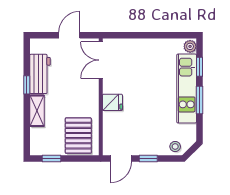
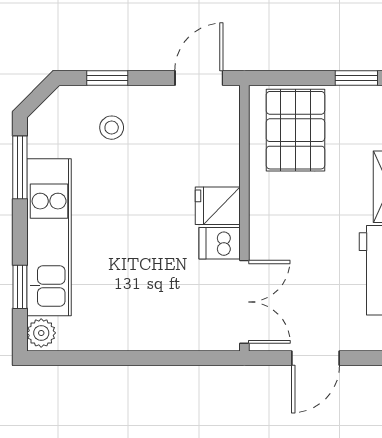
dishwasher: (112, 86) -> (220, 243), added
window: (199, 100) -> (20, 167), moved
stool: (175, 147) -> (112, 128), moved
window: (148, 159) -> (107, 78), moved

